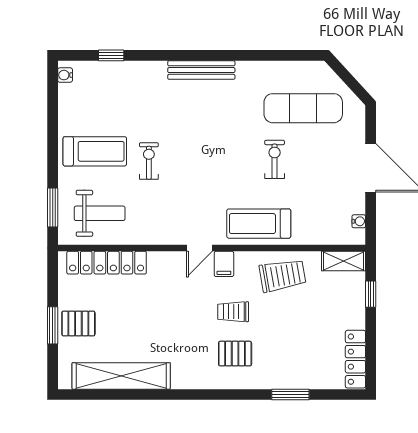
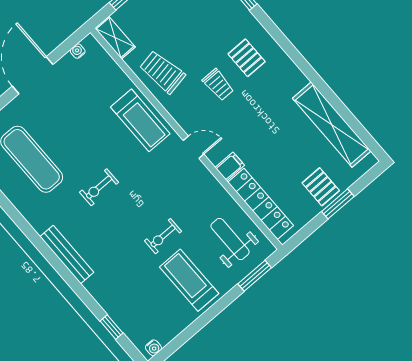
exercise bike: (275, 159) -> (99, 187), moved
filing cabinet: (224, 264) -> (230, 166), moved

